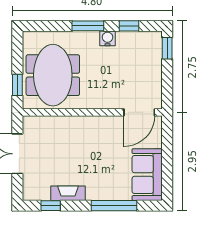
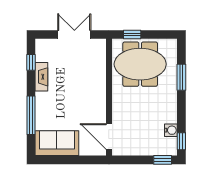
window: (88, 26) -> (181, 77), moved
window: (129, 26) -> (181, 141), moved
water cooler: (108, 38) -> (171, 130), moved

